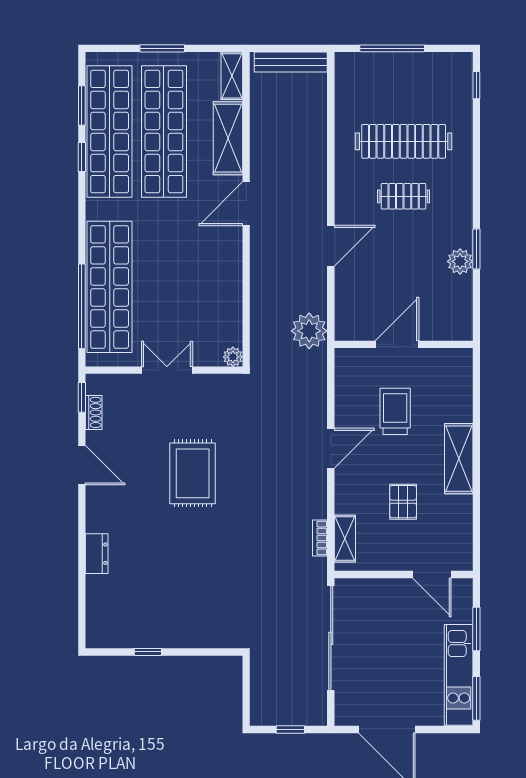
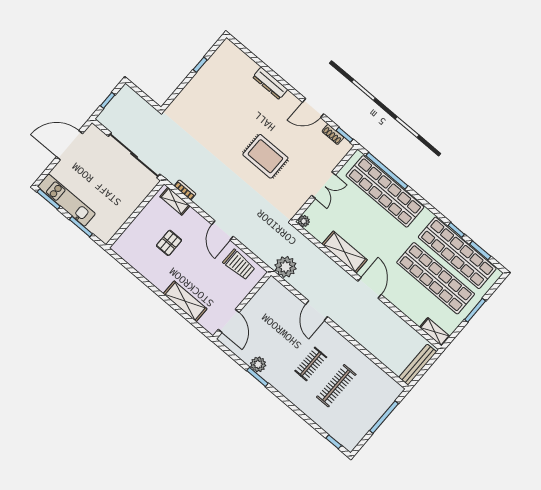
shelving: (228, 138) -> (345, 252), moved
clothes rail: (404, 141) -> (336, 386), width x0.73, depth x0.76
door: (397, 344) -> (229, 321), moved
trolley: (395, 411) -> (239, 265), moved
shelving: (459, 459) -> (185, 301), moved
pallet: (403, 502) -> (169, 243), turned 90
dresser: (97, 554) -> (270, 83), width x1.44
door: (432, 574) -> (124, 227), removed

